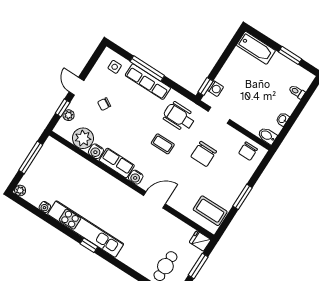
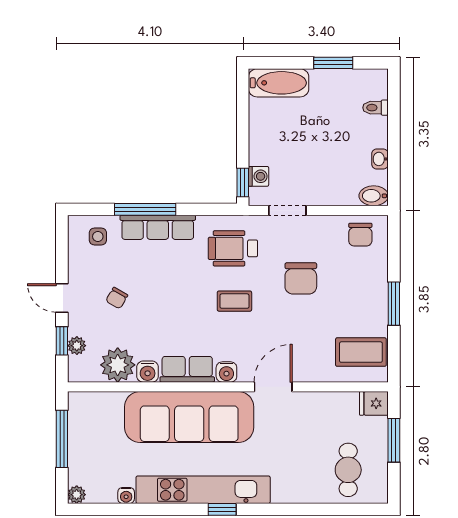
sofa: (102, 188) -> (189, 417), added

